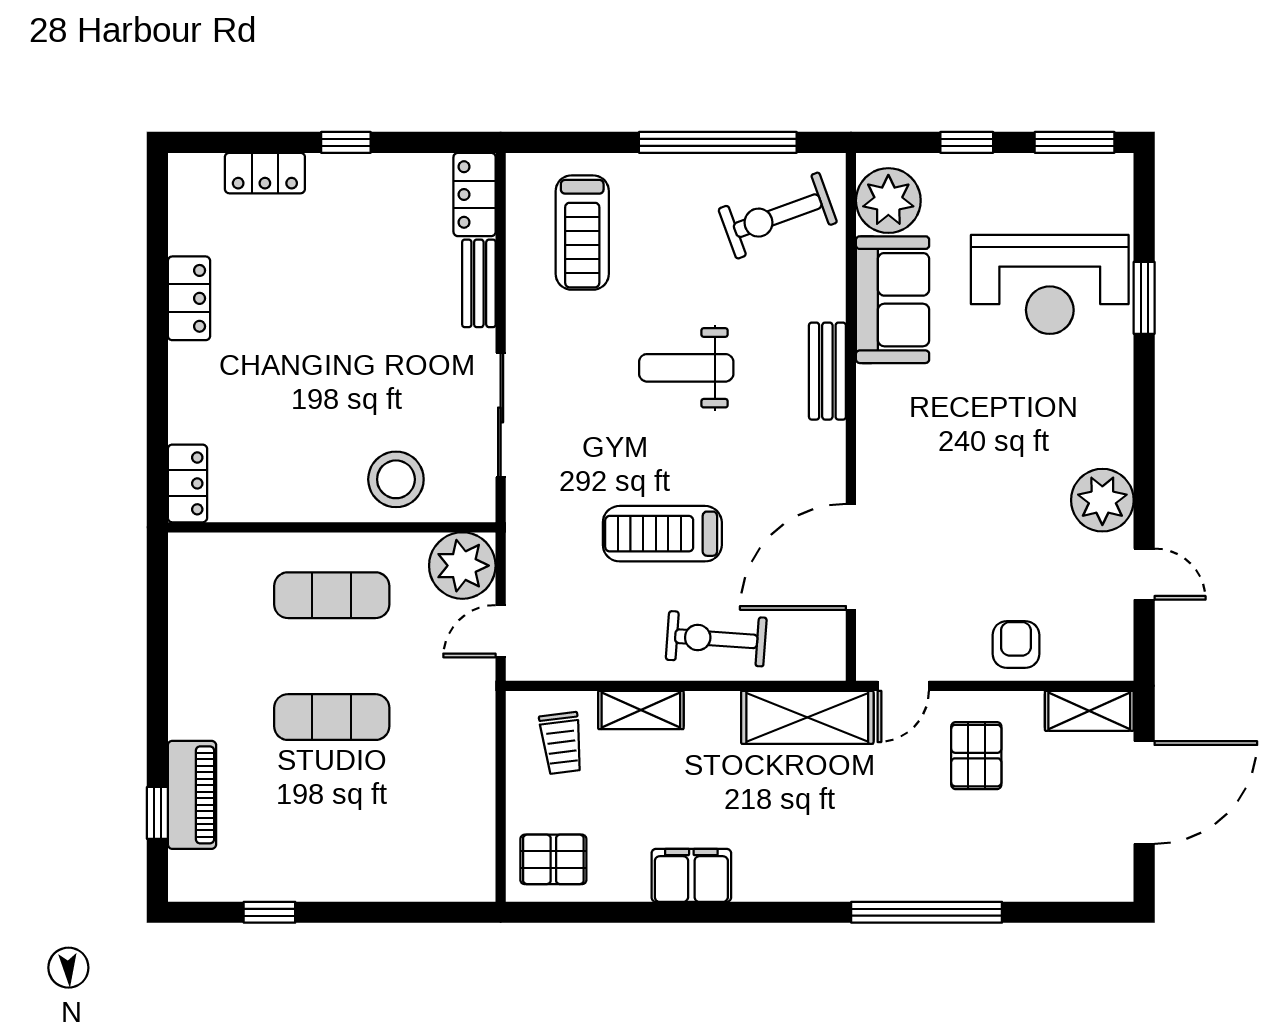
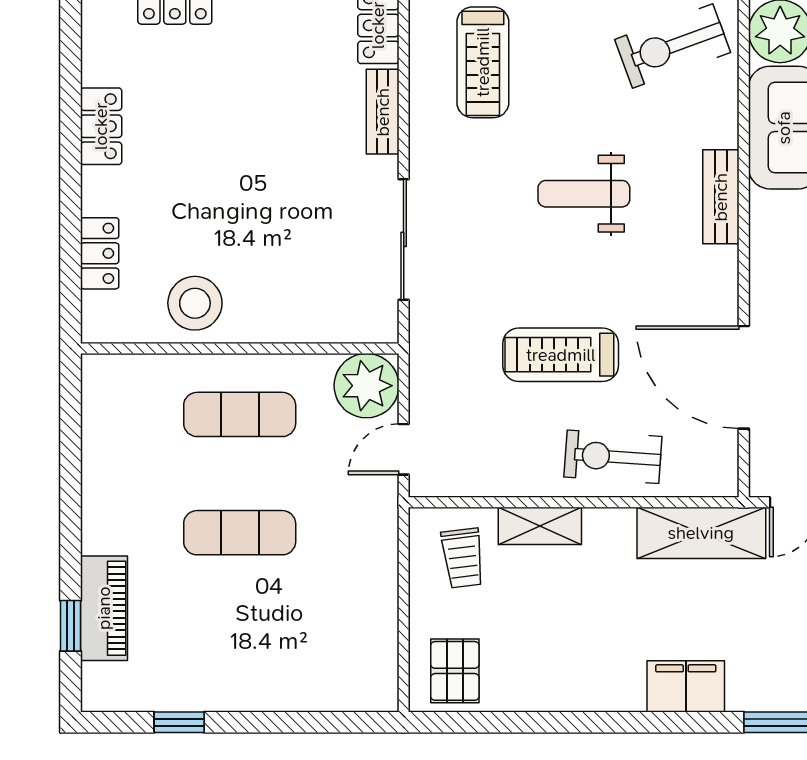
stool: (396, 479) -> (195, 303), moved
locker: (187, 483) -> (100, 253), moved
door: (851, 557) -> (744, 377), hinge flipped
pallet: (553, 859) -> (455, 671), turned 90
filing cabinet: (691, 875) -> (686, 686), moved

